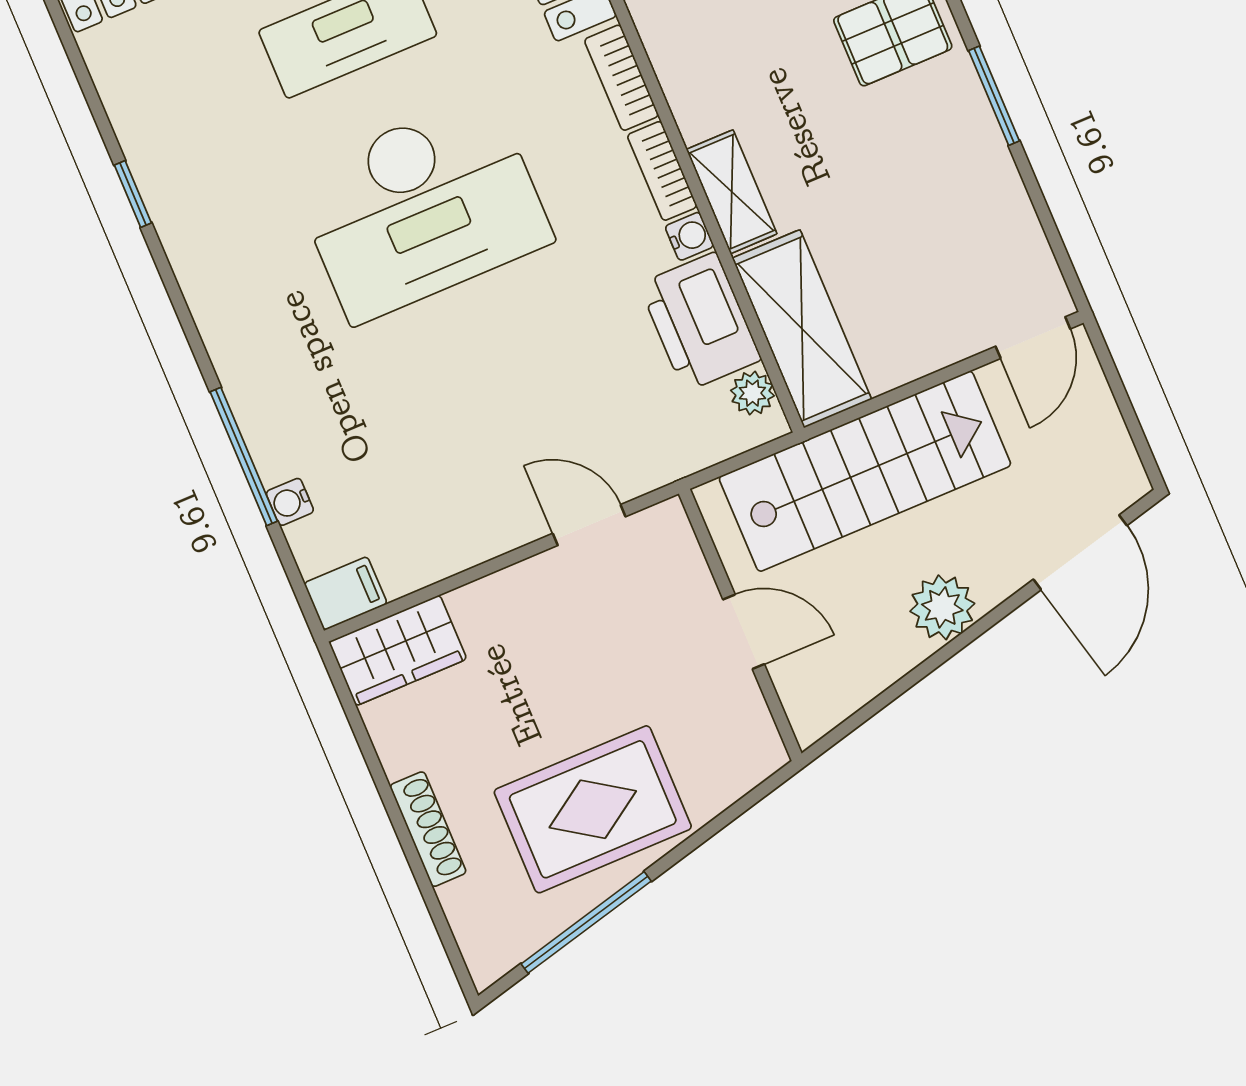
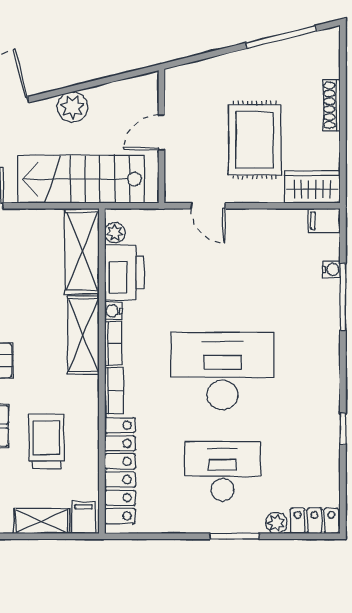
shelving: (732, 192) -> (83, 335), width x1.50, depth x1.33
door: (744, 632) -> (161, 132), hinge flipped
rug: (593, 809) -> (255, 140), moved, turned 90

